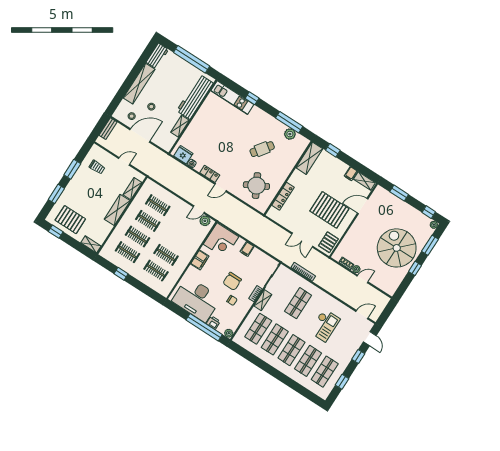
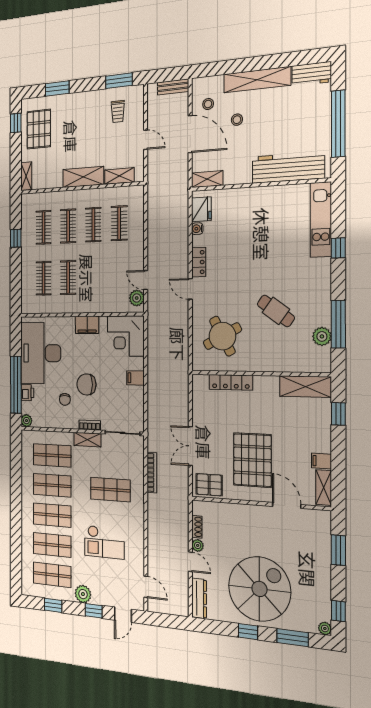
shelving: (180, 126) -> (207, 179), moved
window: (72, 169) -> (119, 81), moved
dresser: (384, 286) -> (199, 598), added
plant: (346, 358) -> (83, 594), added

